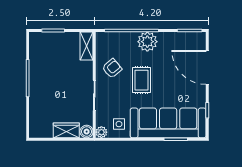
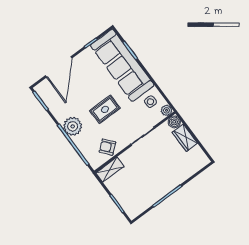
armchair: (112, 68) -> (107, 147), moved

